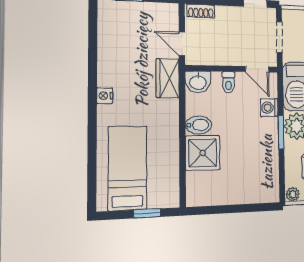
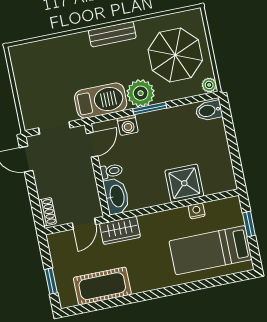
cot: (113, 48) -> (102, 286), added
washbasin: (198, 82) -> (116, 196), width x1.38
nightstand: (105, 96) -> (197, 211), moved, turned 180
bidet: (198, 125) -> (209, 111), moved, turned -90

